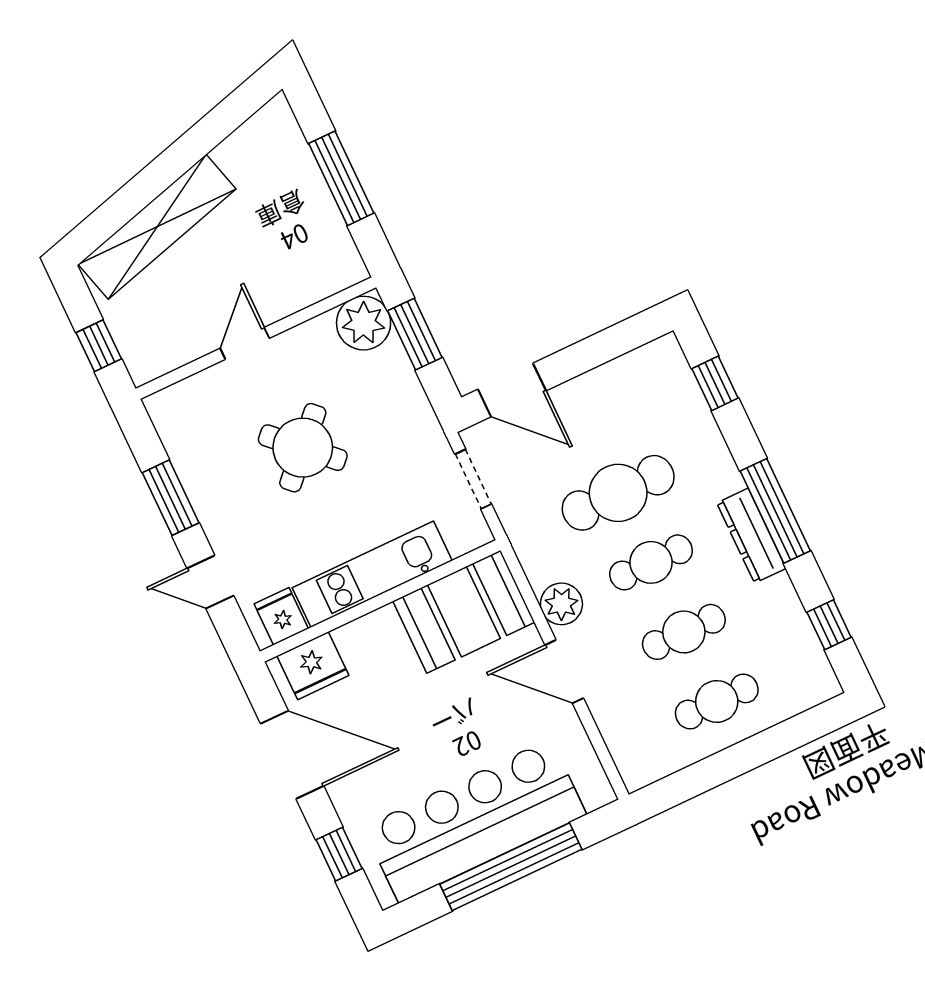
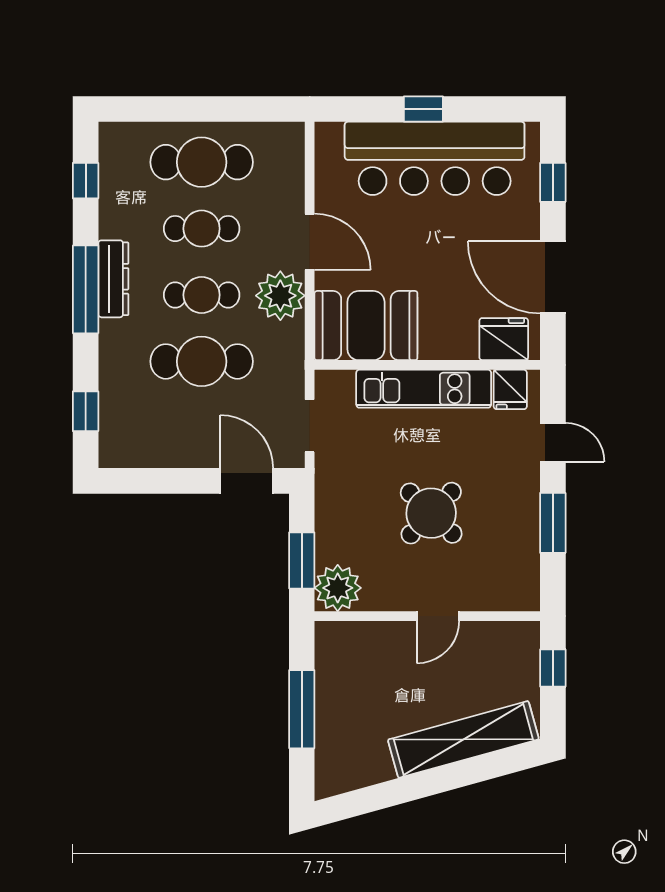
plant: (561, 604) -> (280, 296), width x1.36, depth x1.36
cafe table: (717, 701) -> (202, 162), width x1.37, depth x1.35
window: (511, 867) -> (423, 109), width x0.32

